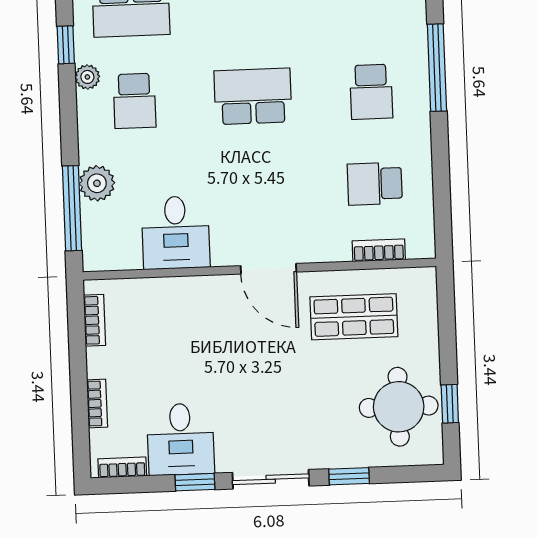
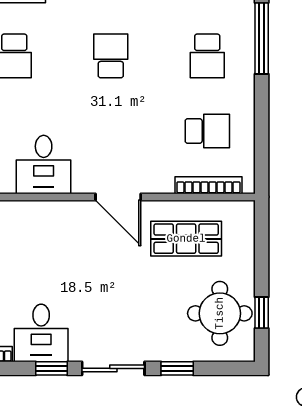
school desk: (253, 96) -> (111, 56), width x0.54
school desk: (375, 184) -> (207, 131), turned 180
bookcase: (379, 250) -> (208, 185), width x1.56

